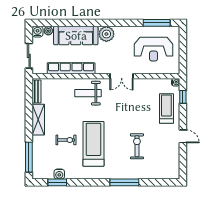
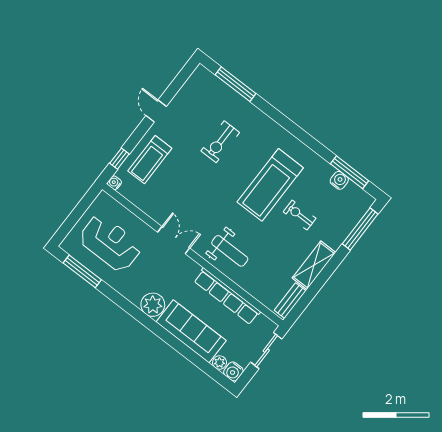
window: (57, 182) -> (349, 172), width x1.44
window: (124, 182) -> (235, 84), moved

